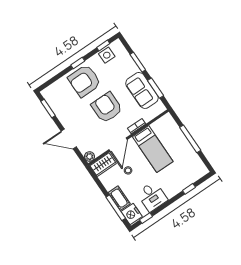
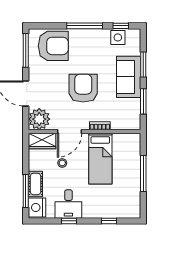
window: (78, 63) -> (85, 26), width x2.17
armchair: (84, 81) -> (53, 46), moved, turned 180
sofa: (142, 90) -> (129, 77), moved
window: (48, 109) -> (26, 50), width x1.44
plant: (89, 157) -> (39, 119), width x1.88, depth x1.88
window: (146, 218) -> (69, 221), moved

